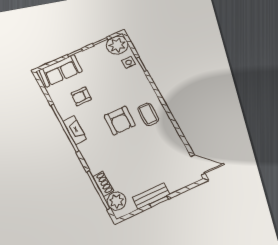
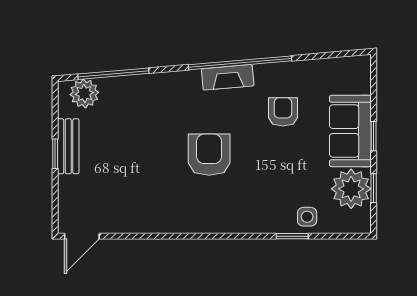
plant: (117, 45) -> (351, 189), moved
sofa: (60, 71) -> (350, 131), moved
coffee table: (148, 114) -> (198, 204), removed
armchair: (120, 120) -> (209, 155), turned 90
shoe rack: (103, 184) -> (119, 85), removed

